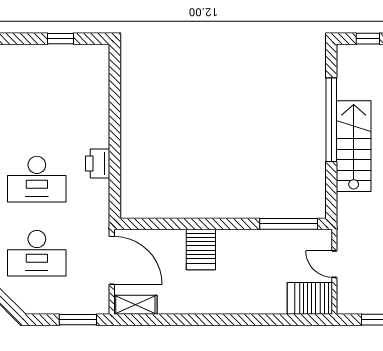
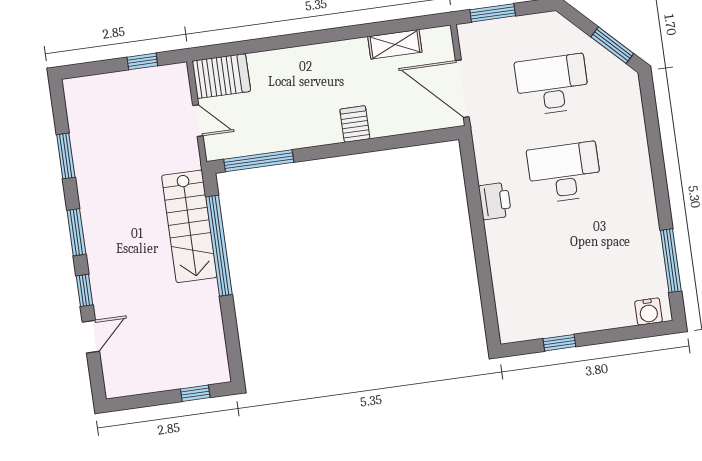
window: (331, 120) -> (219, 246), moved
stairs: (354, 146) -> (189, 226), moved
server rack: (201, 249) -> (355, 124), width x0.73, depth x0.70
shelving: (135, 305) -> (395, 44), moved

